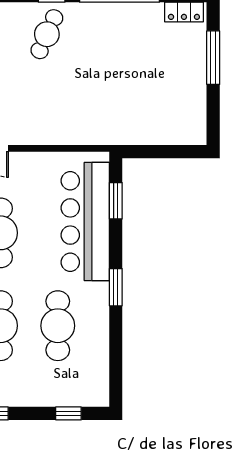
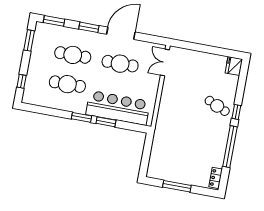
window: (213, 58) -> (177, 186), moved
window: (116, 201) -> (106, 122), moved

